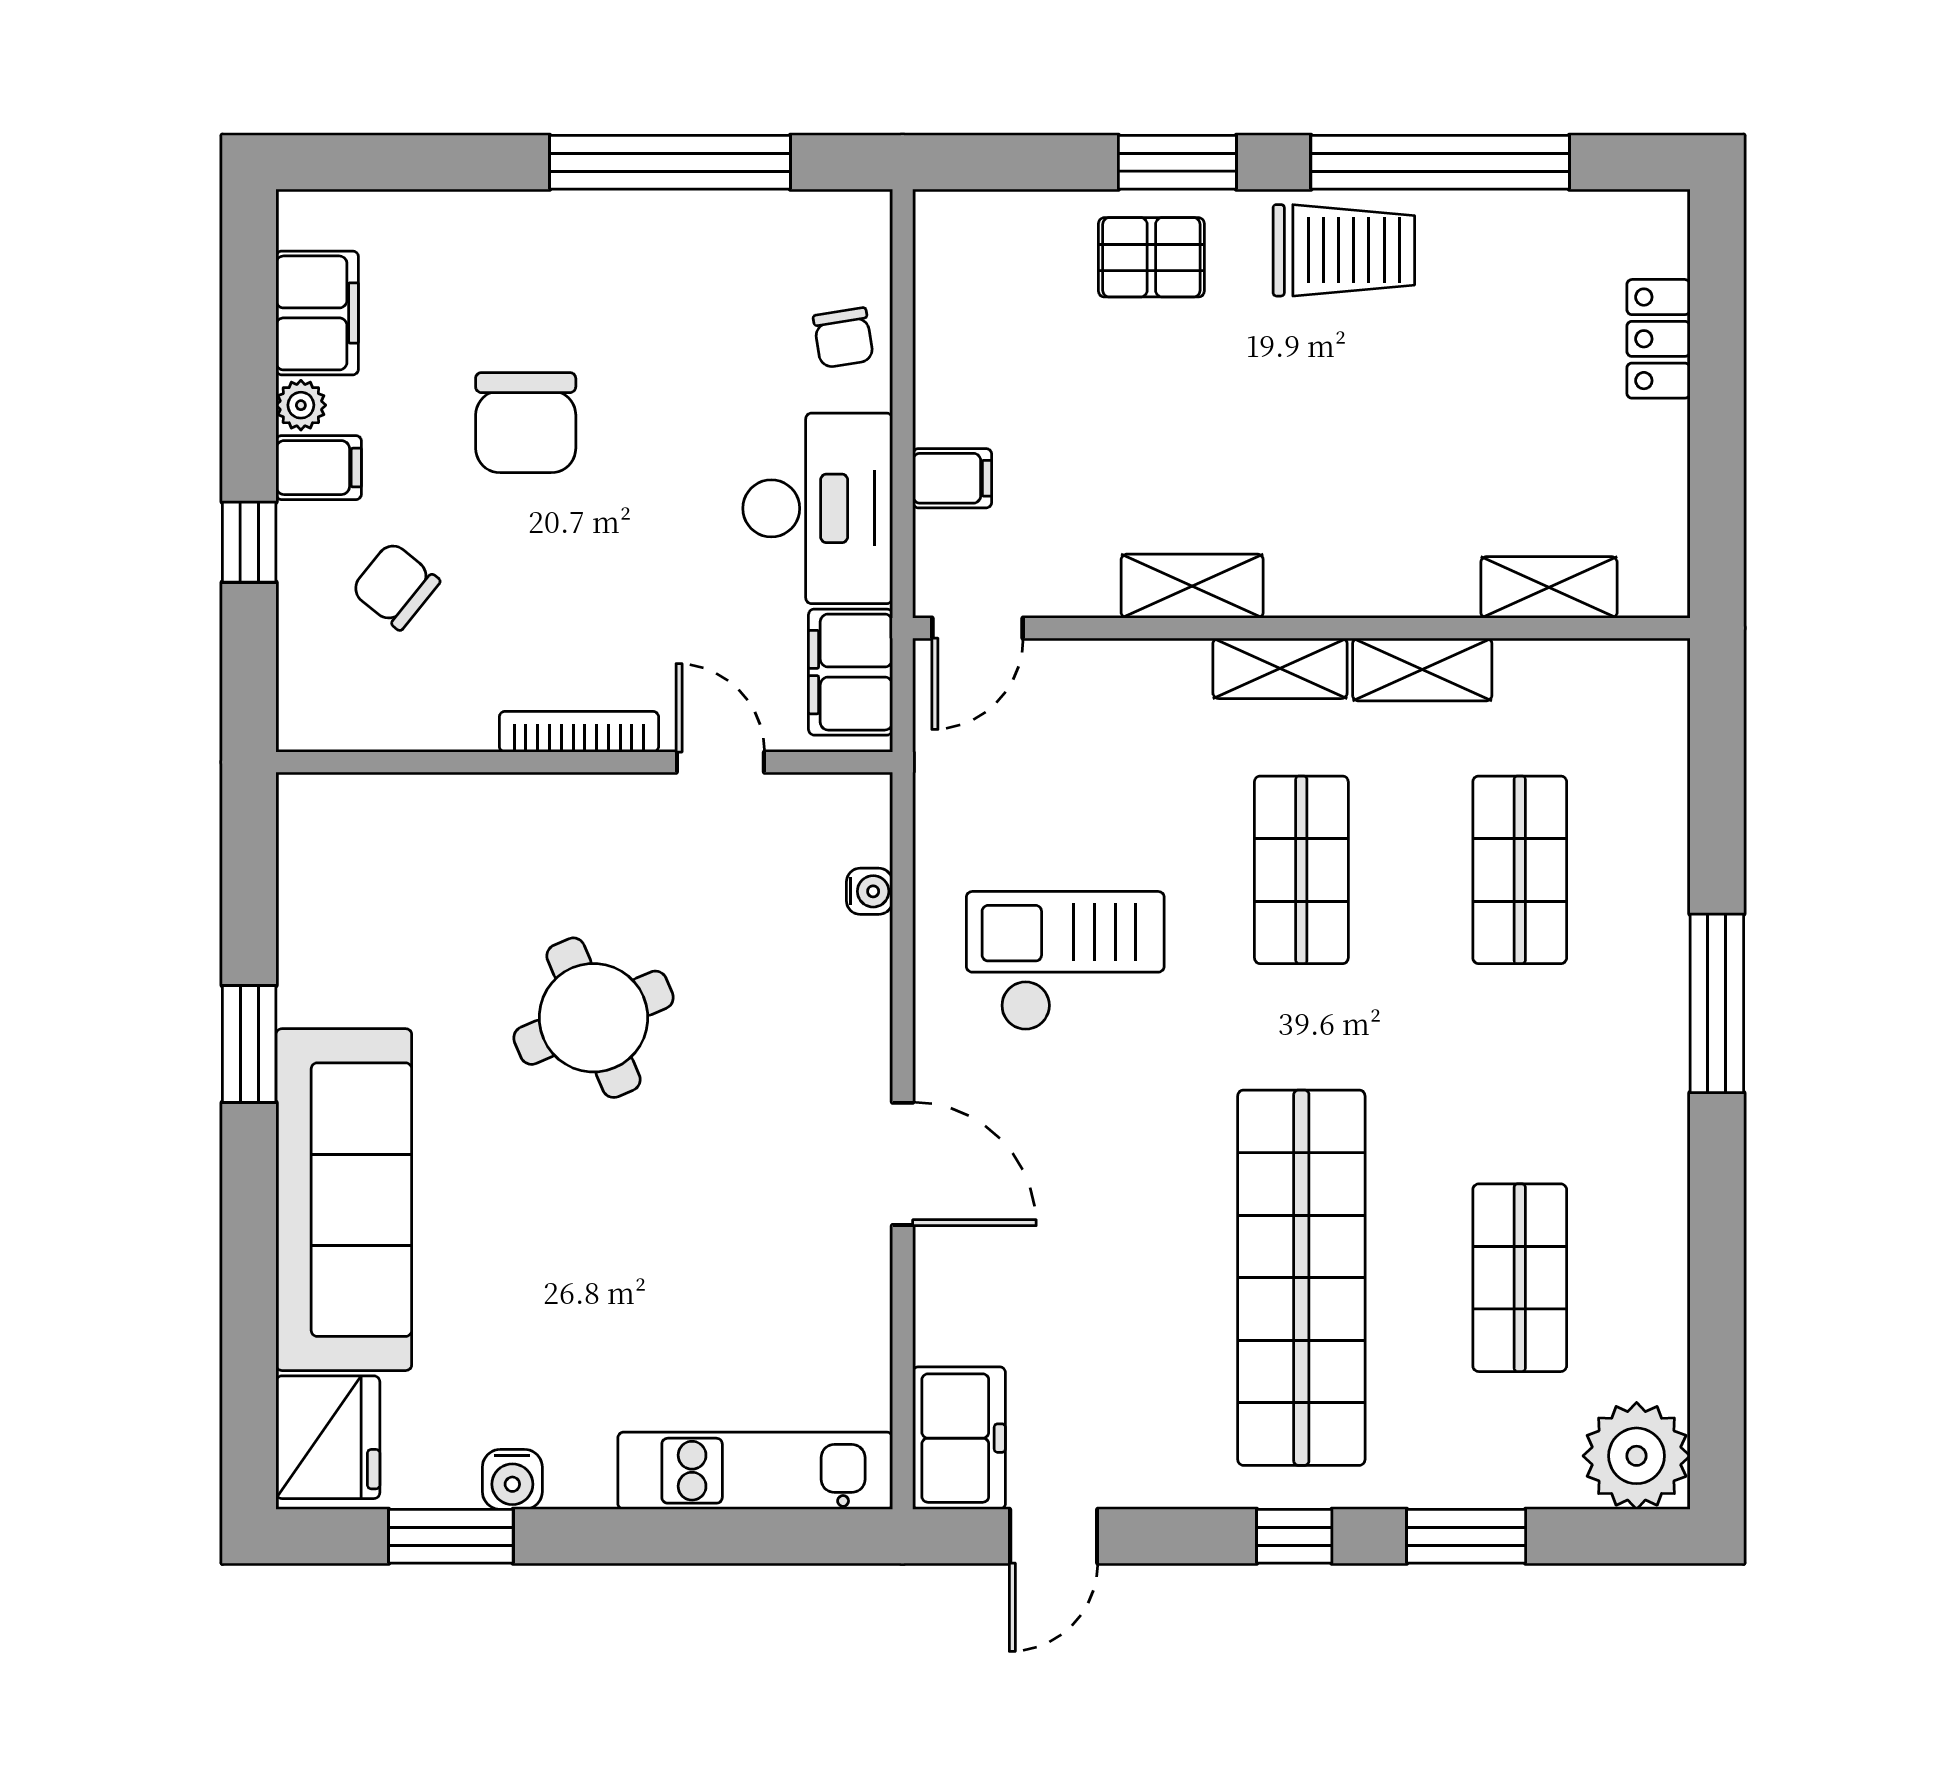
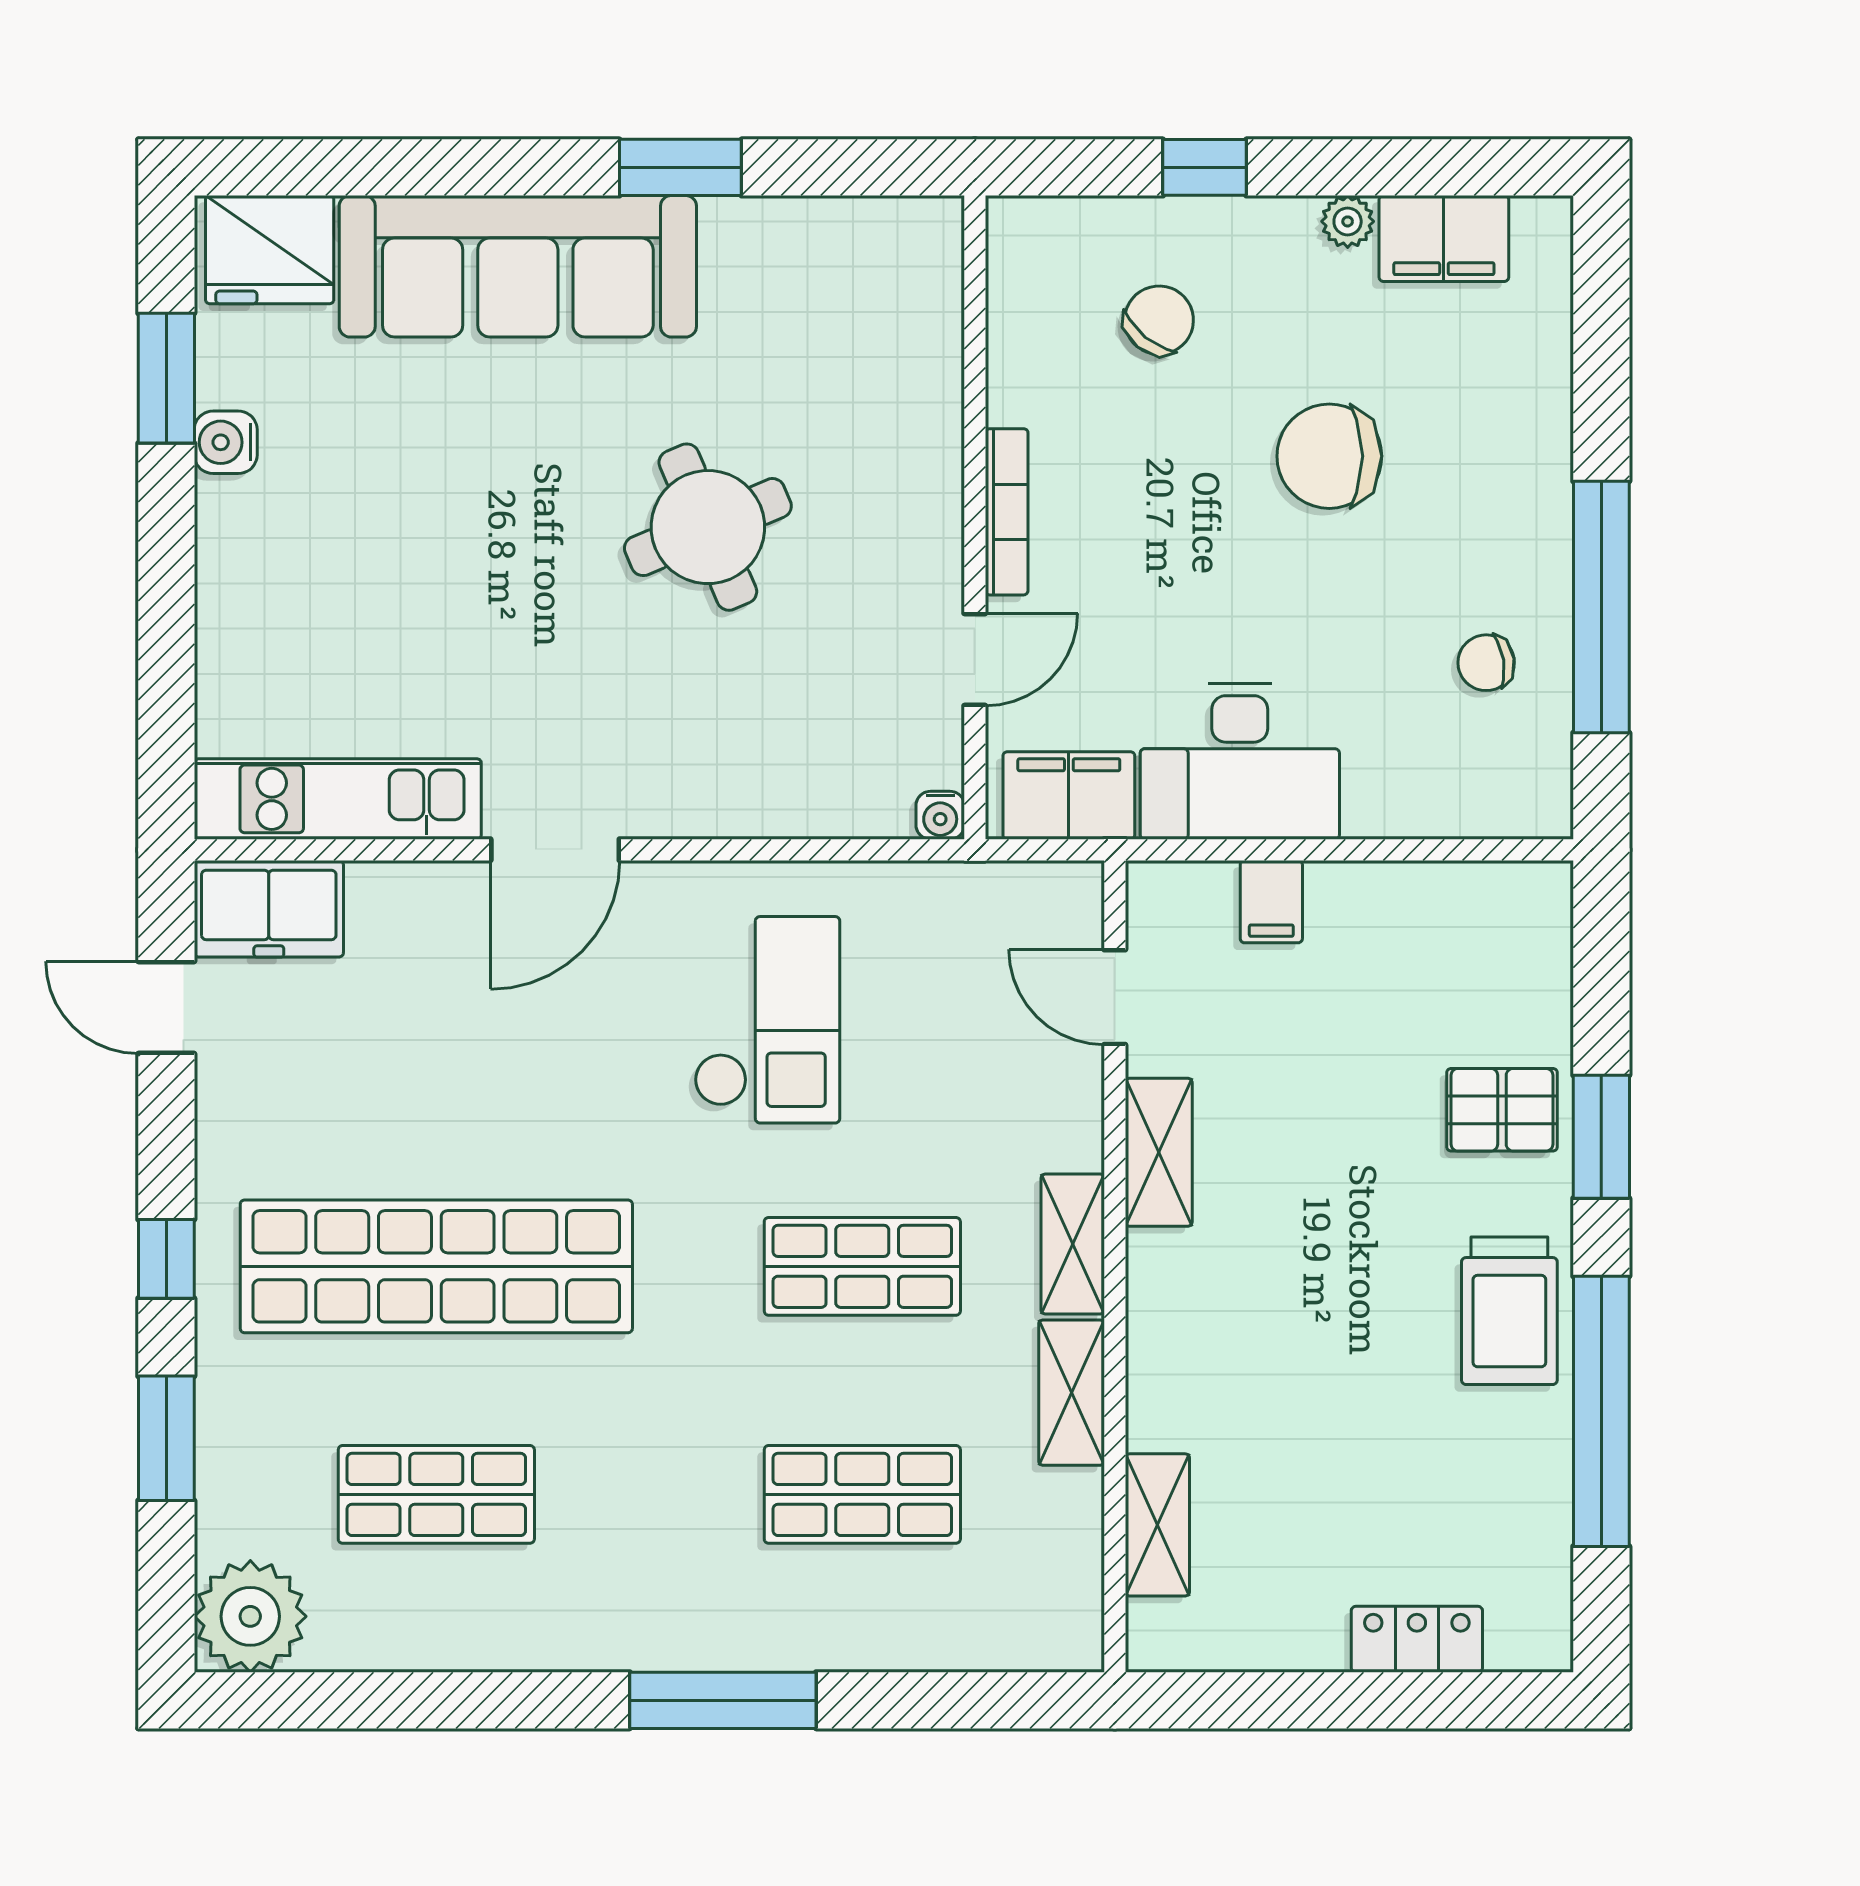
pallet: (1151, 257) -> (1502, 1110), turned 90
chair: (843, 338) -> (1486, 663), moved
filing cabinet: (319, 468) -> (1282, 240), removed
door: (978, 628) -> (1115, 997), moved
water cooler: (869, 891) -> (940, 815), moved
kitchen unit: (755, 1471) -> (338, 799), moved, turned -90

